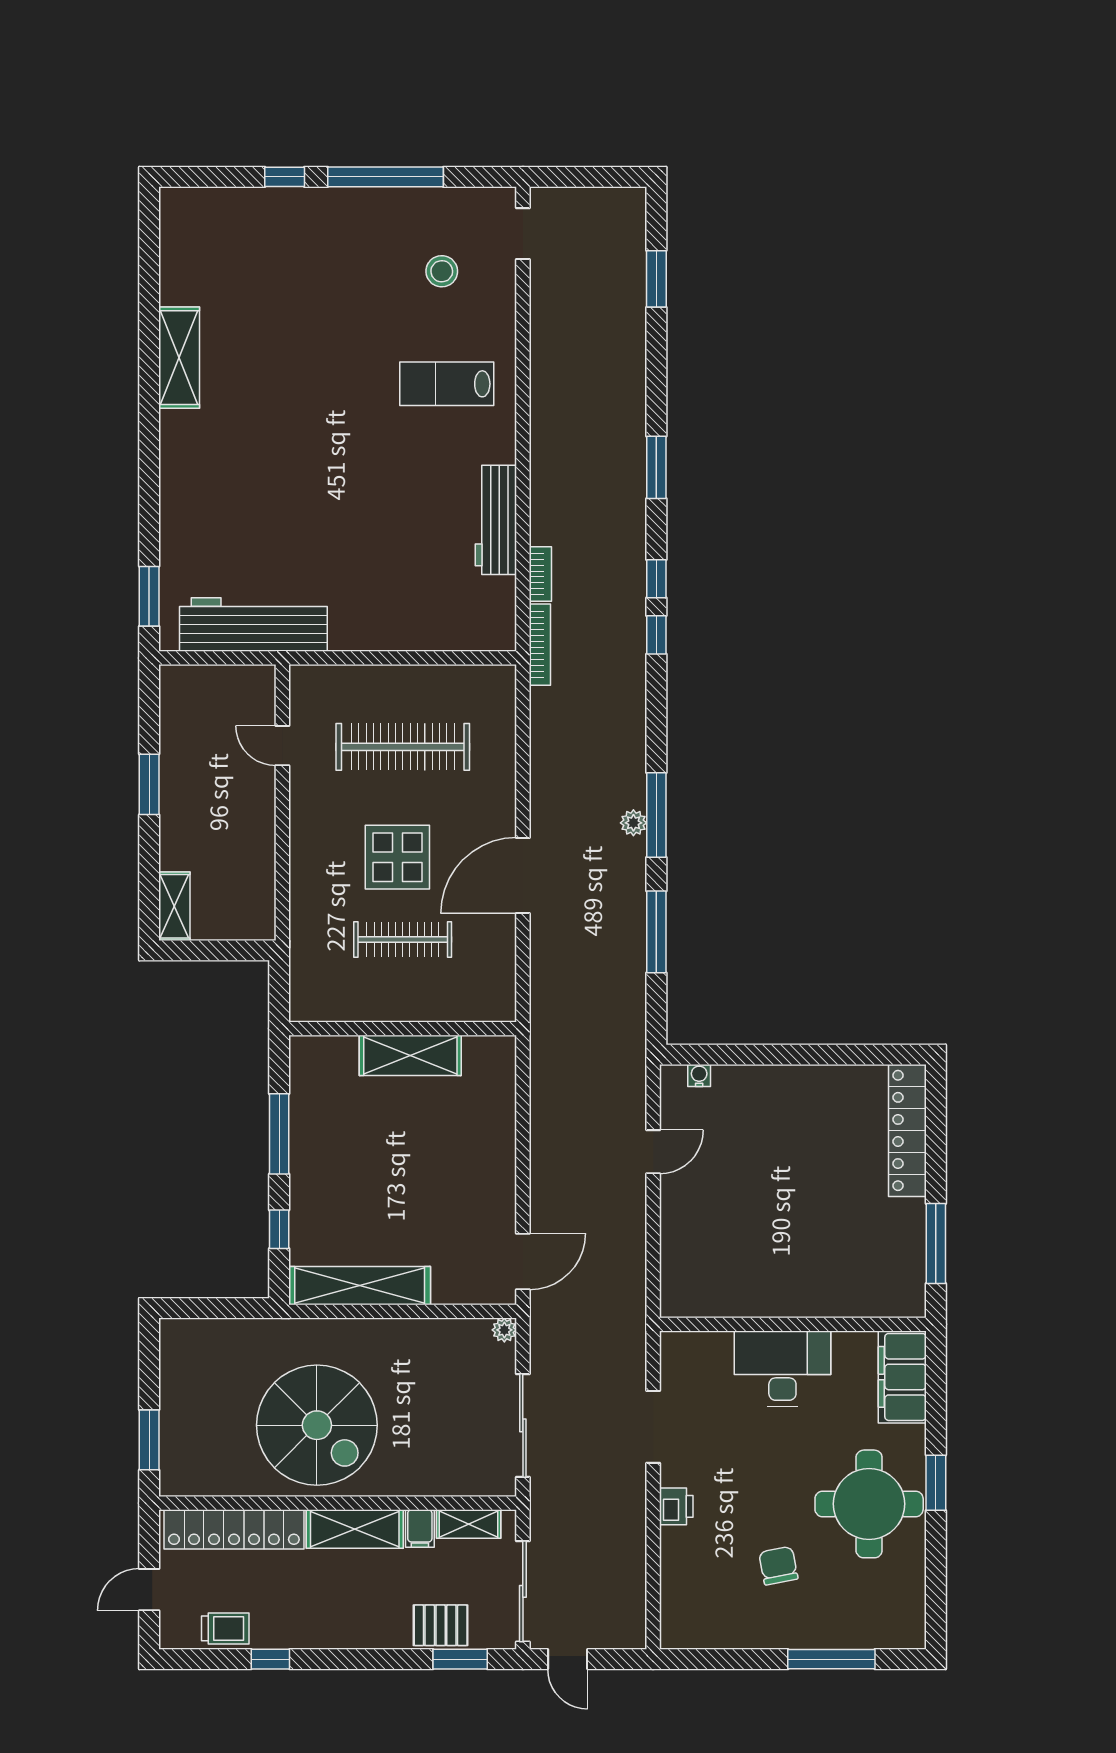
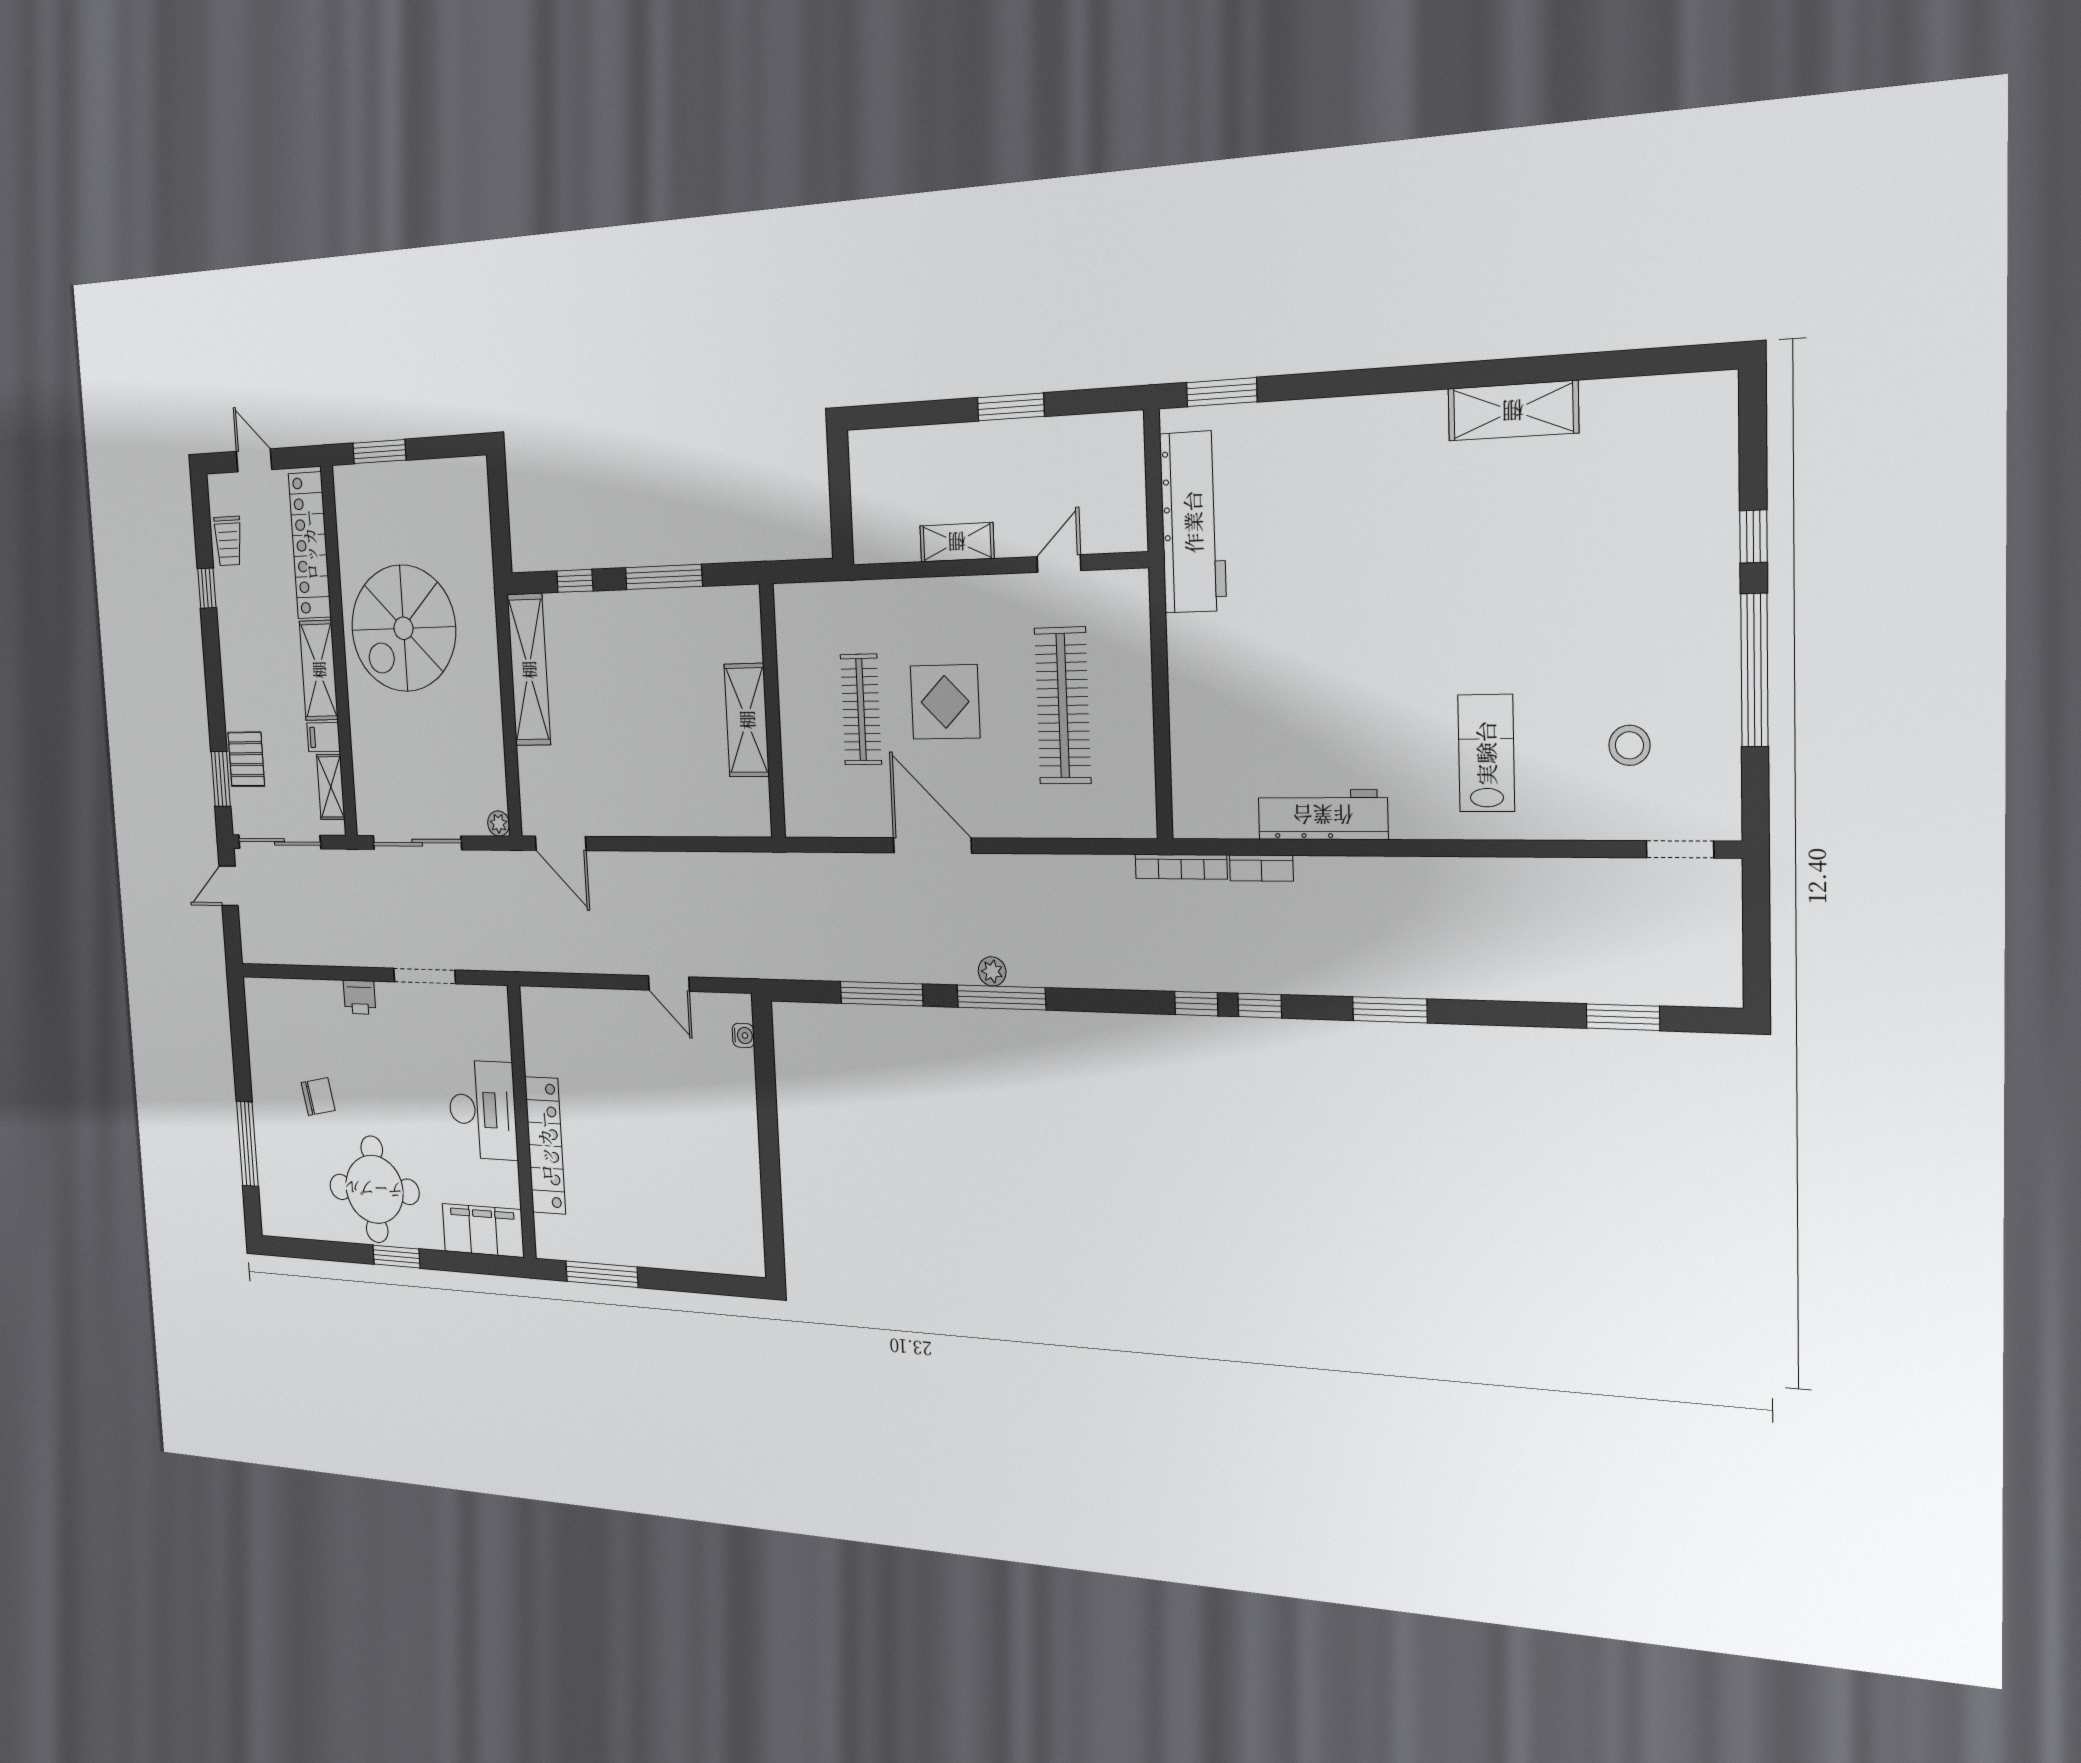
shelving: (174, 906) -> (957, 542), moved
locker: (907, 1130) -> (545, 1146), moved, turned 90

